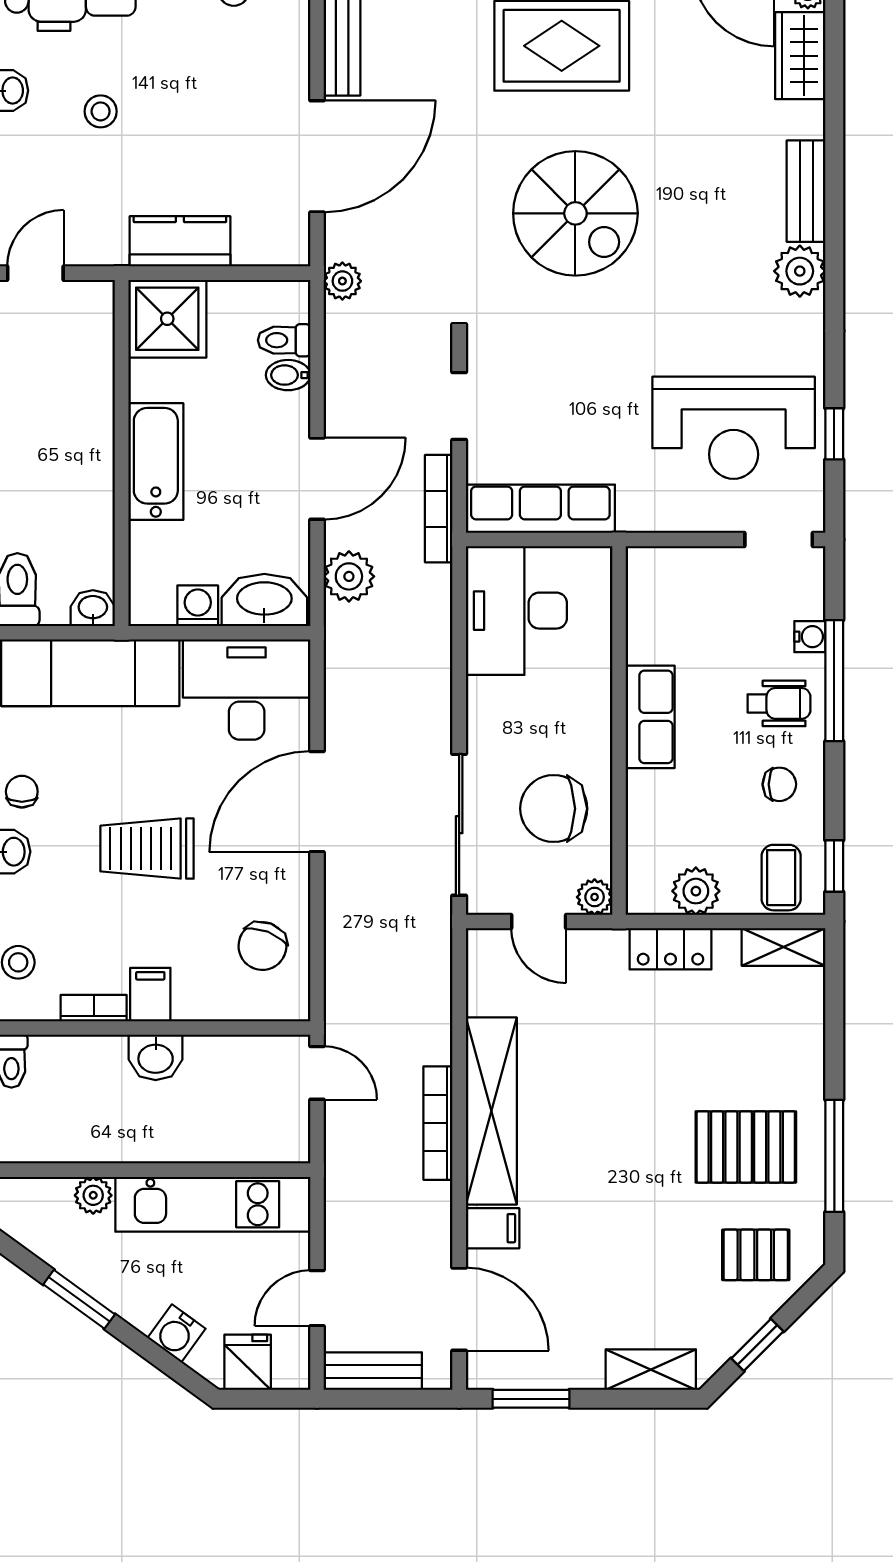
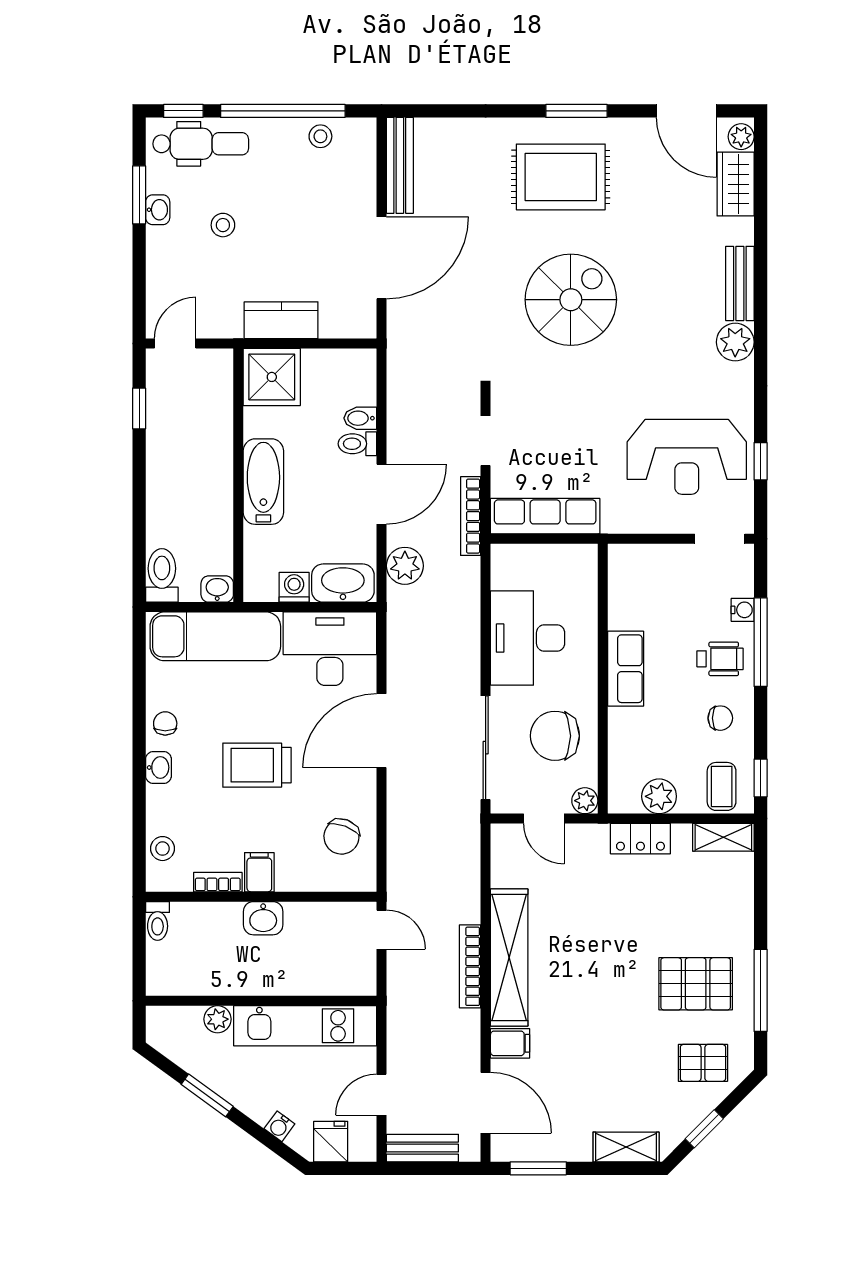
spiral stairs: (575, 213) -> (571, 300), turned -90
plant: (342, 281) -> (400, 349), removed
toilet: (284, 340) -> (357, 444), moved
desk: (516, 611) -> (528, 638), moved
water cooler: (176, 1333) -> (279, 1126), width x0.72, depth x0.72

